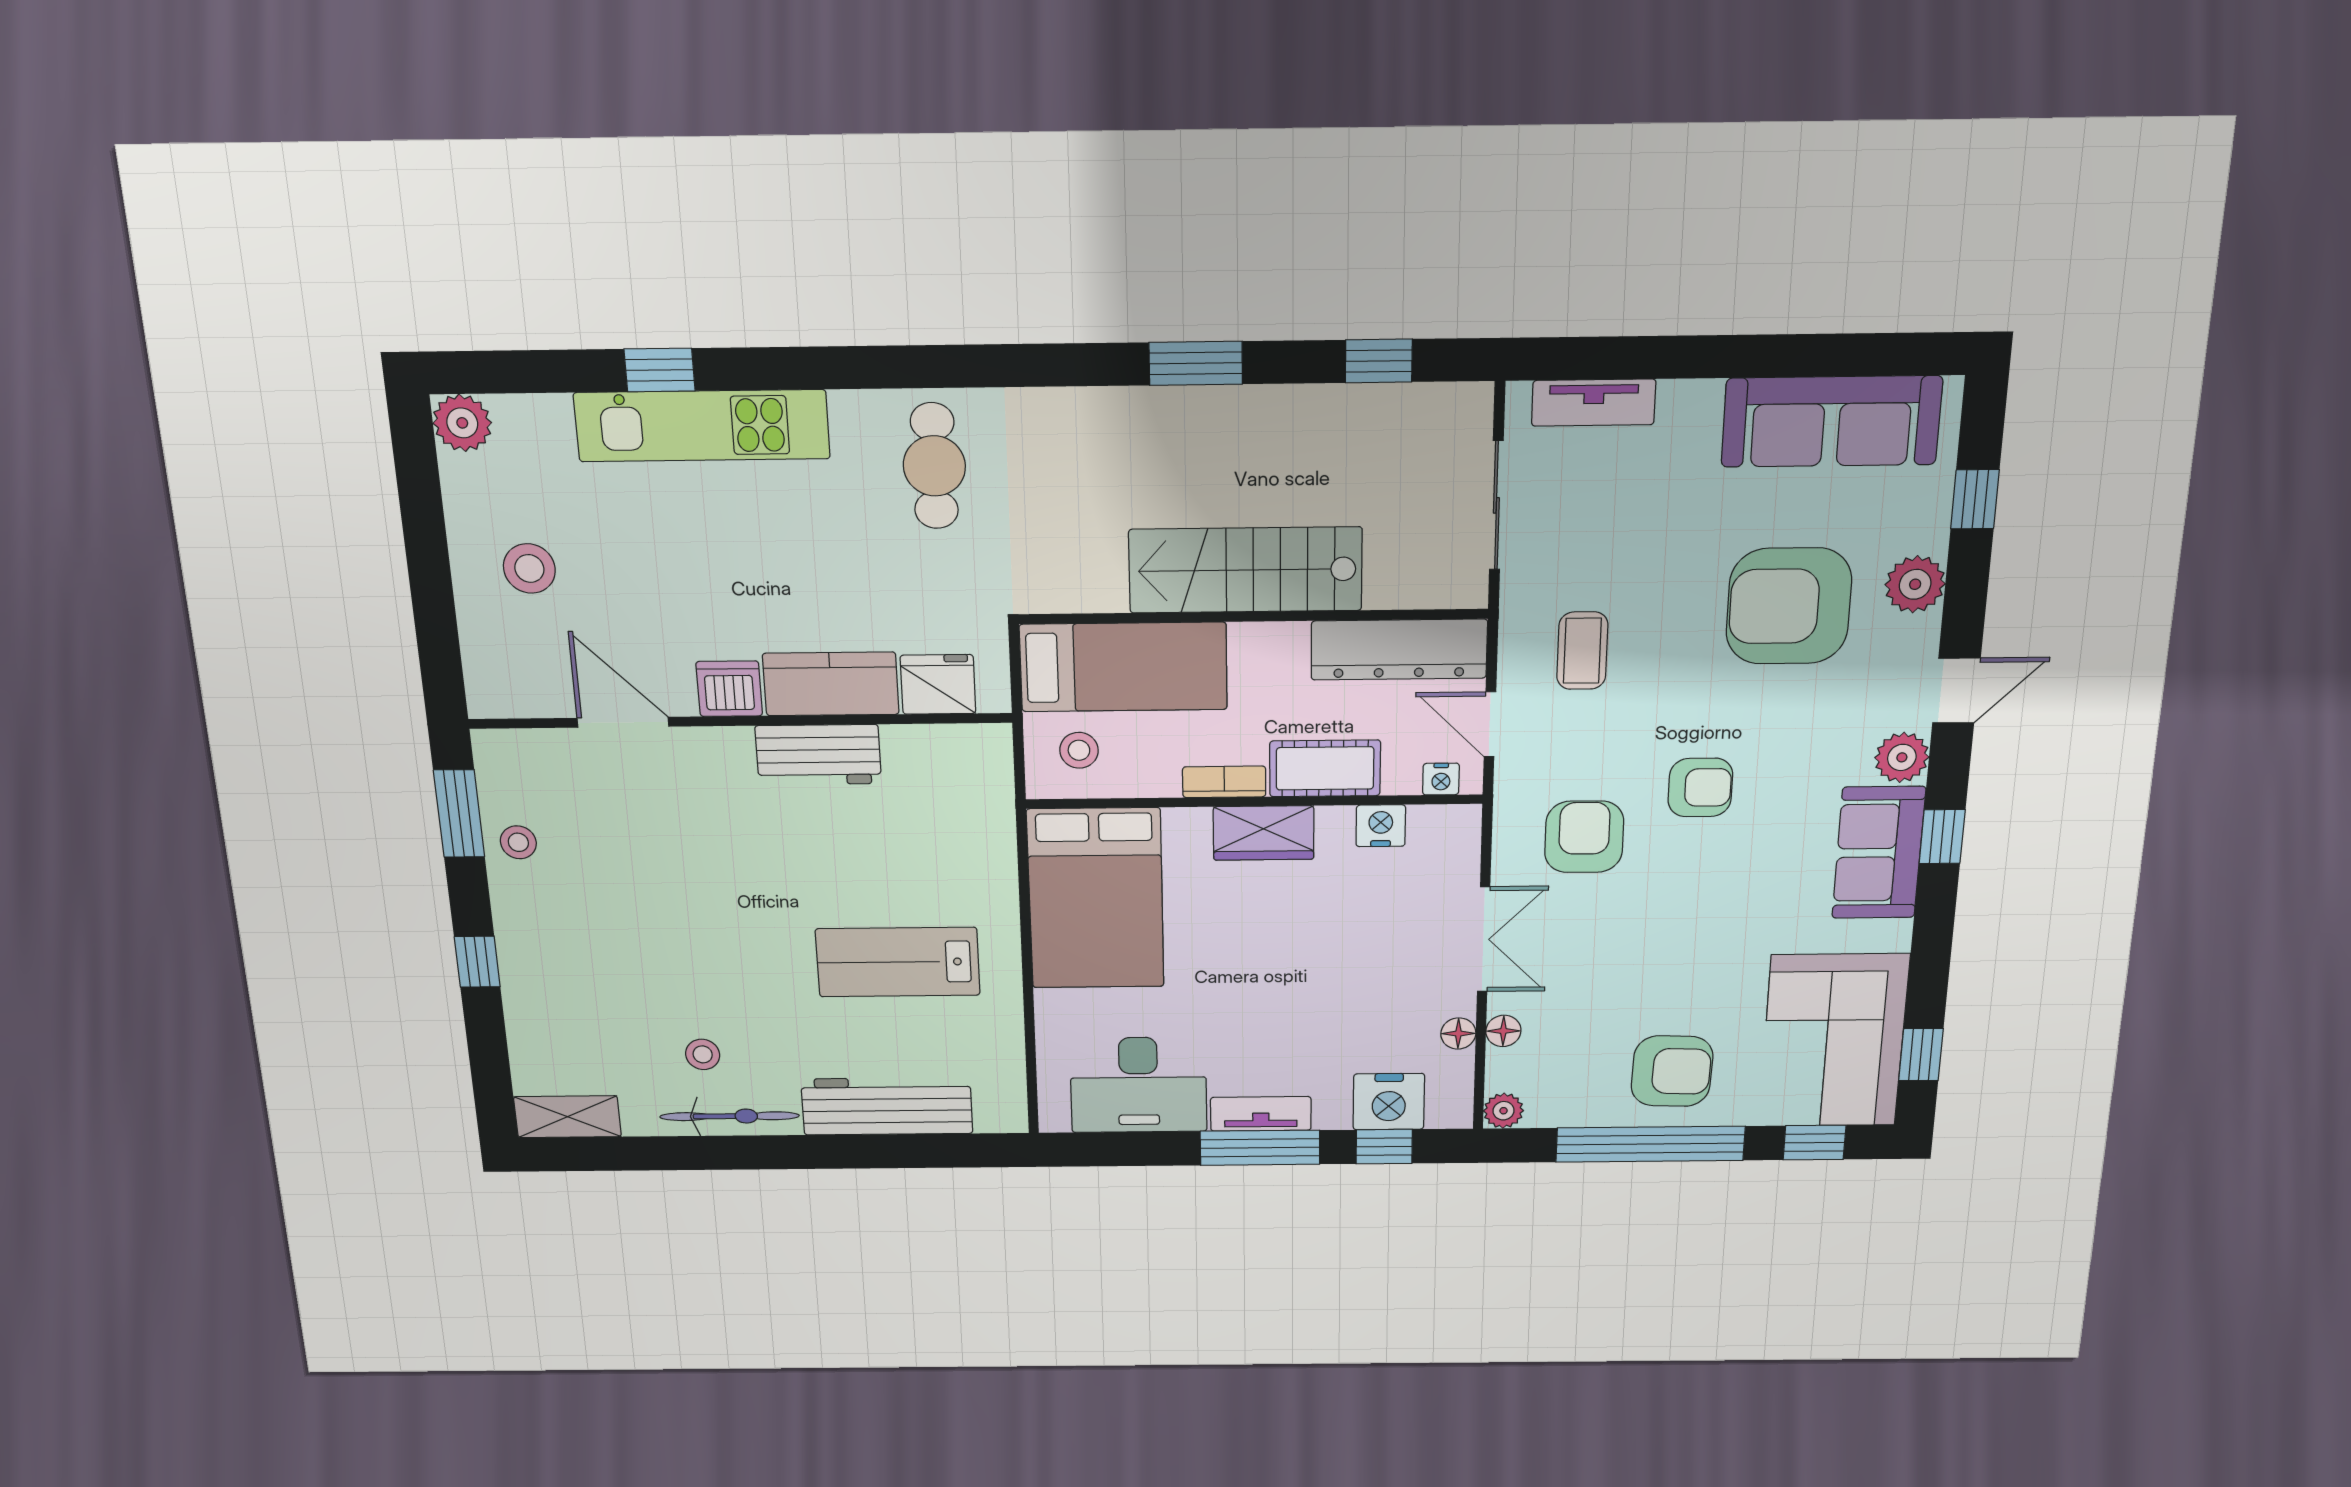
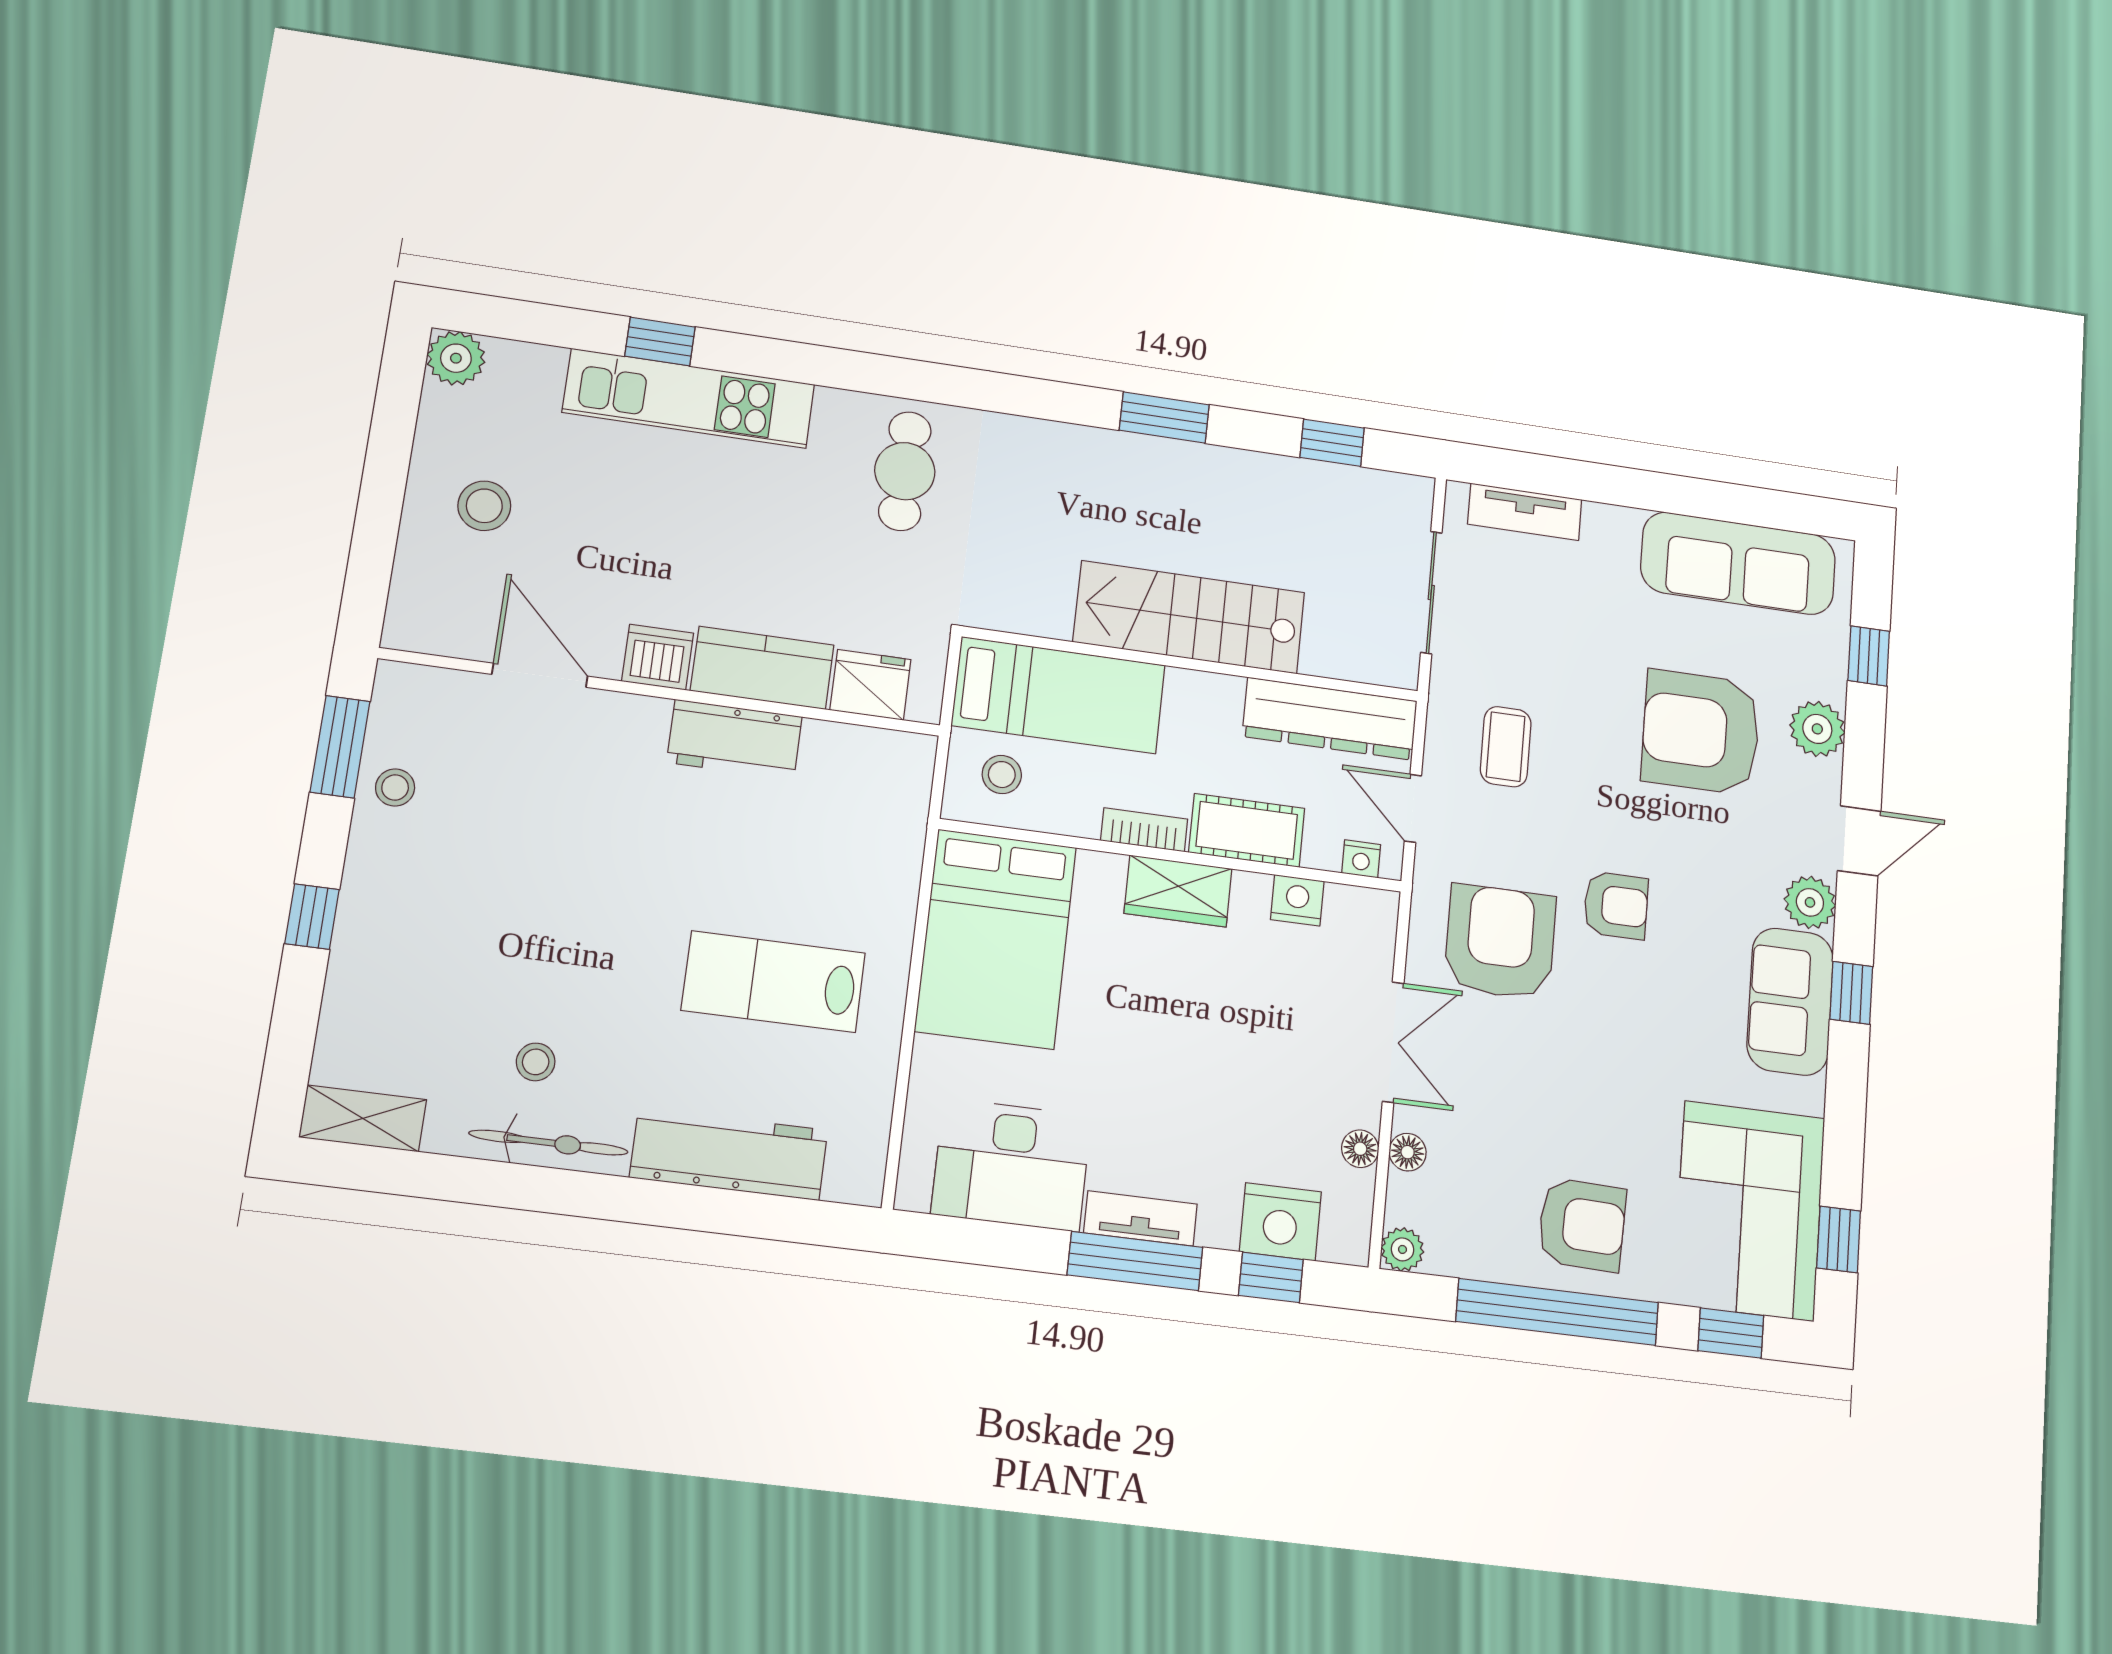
armchair: (1584, 837) -> (1500, 942), width x1.36, depth x1.36

